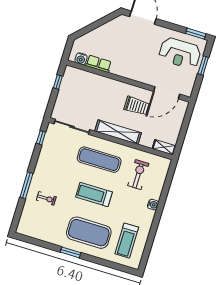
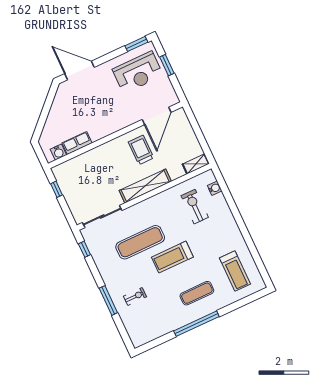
trolley: (136, 106) -> (141, 150), turned -90
exercise mat: (99, 160) -> (140, 242), moved
water cooler: (153, 205) -> (215, 188), moved
exercise mat: (89, 233) -> (197, 293), width x0.50, depth x0.69
window: (71, 252) -> (196, 324), width x2.11

